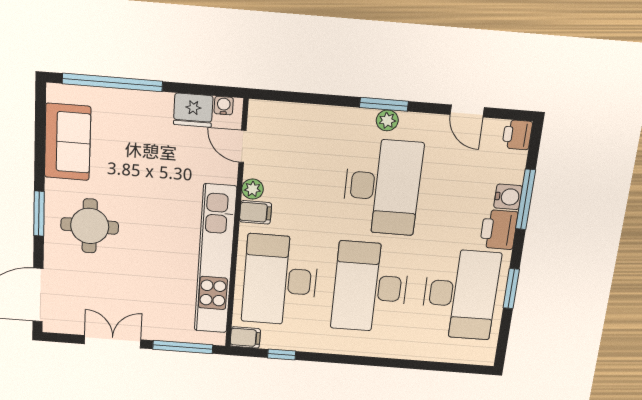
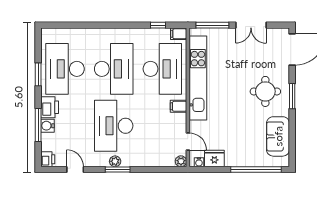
plant: (253, 189) -> (181, 161), moved

